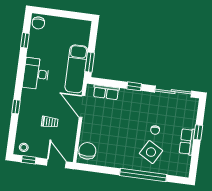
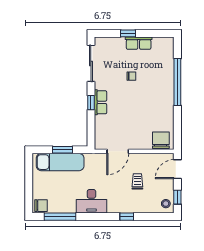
window: (25, 40) -> (60, 217), width x2.17
window: (90, 62) -> (62, 150), moved
exam couch: (76, 69) -> (60, 162), moved
row of seats: (106, 92) -> (100, 102), moved
chair: (87, 151) -> (161, 140), turned 90
side table: (151, 152) -> (154, 77), removed

